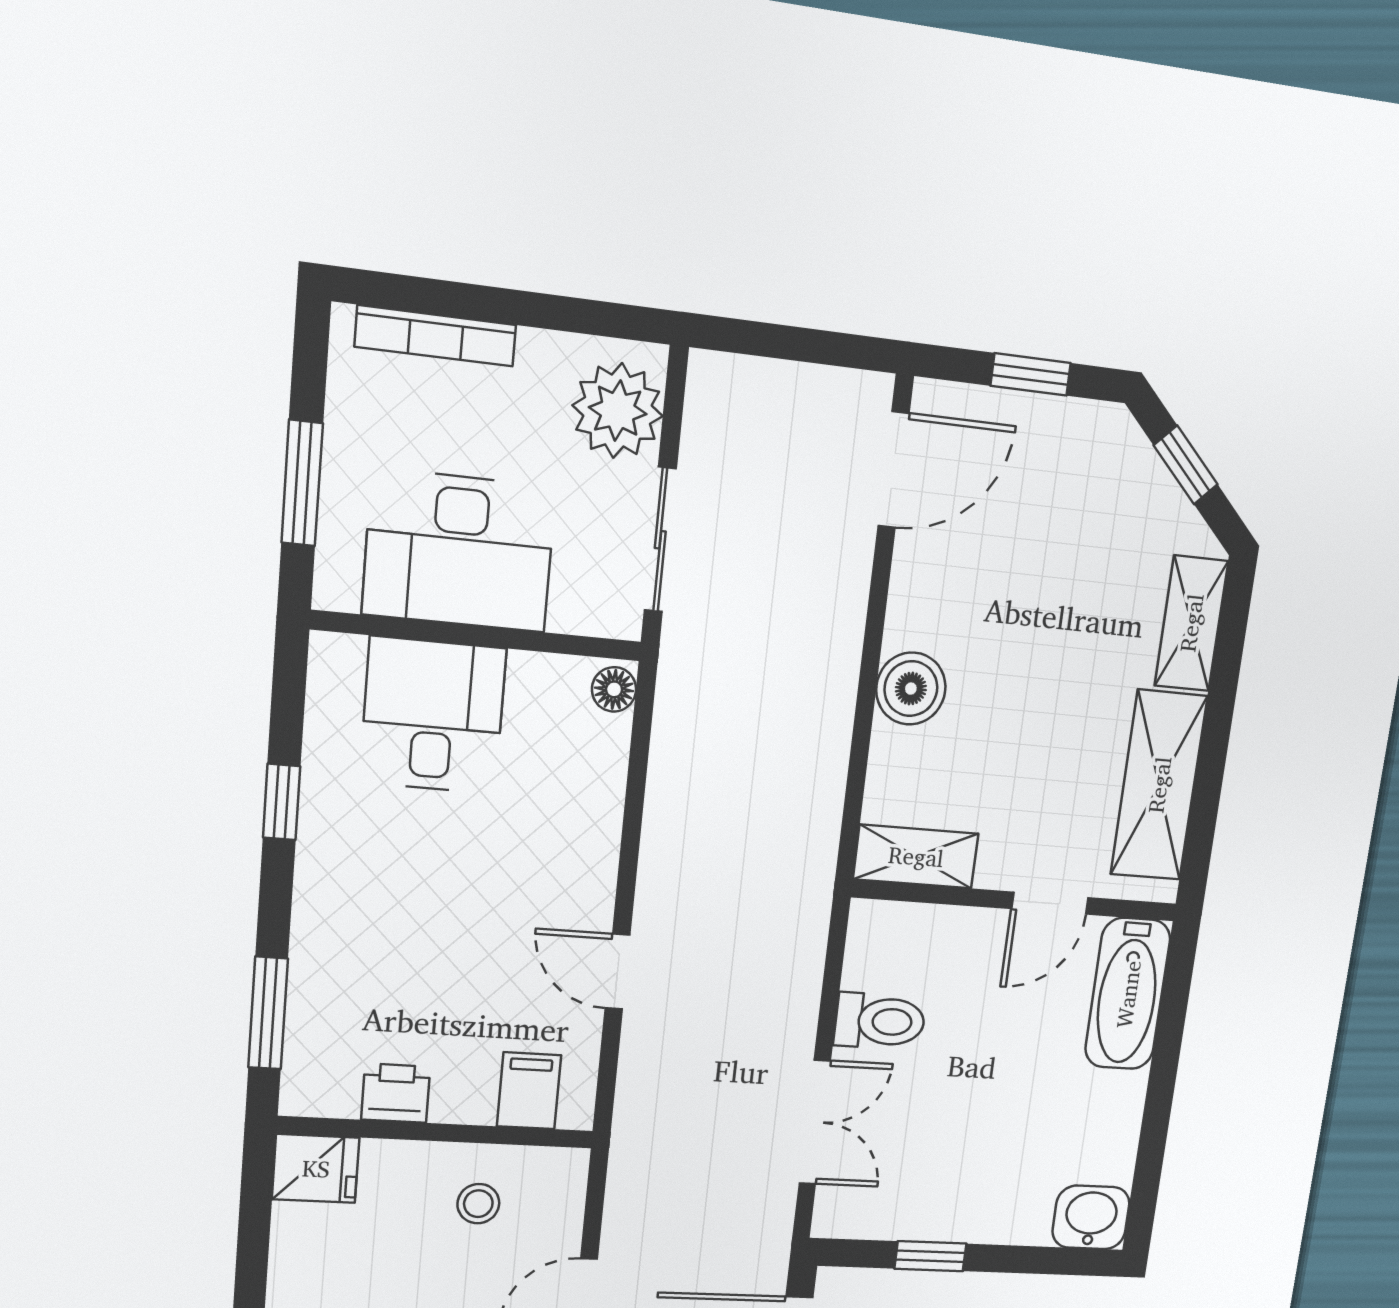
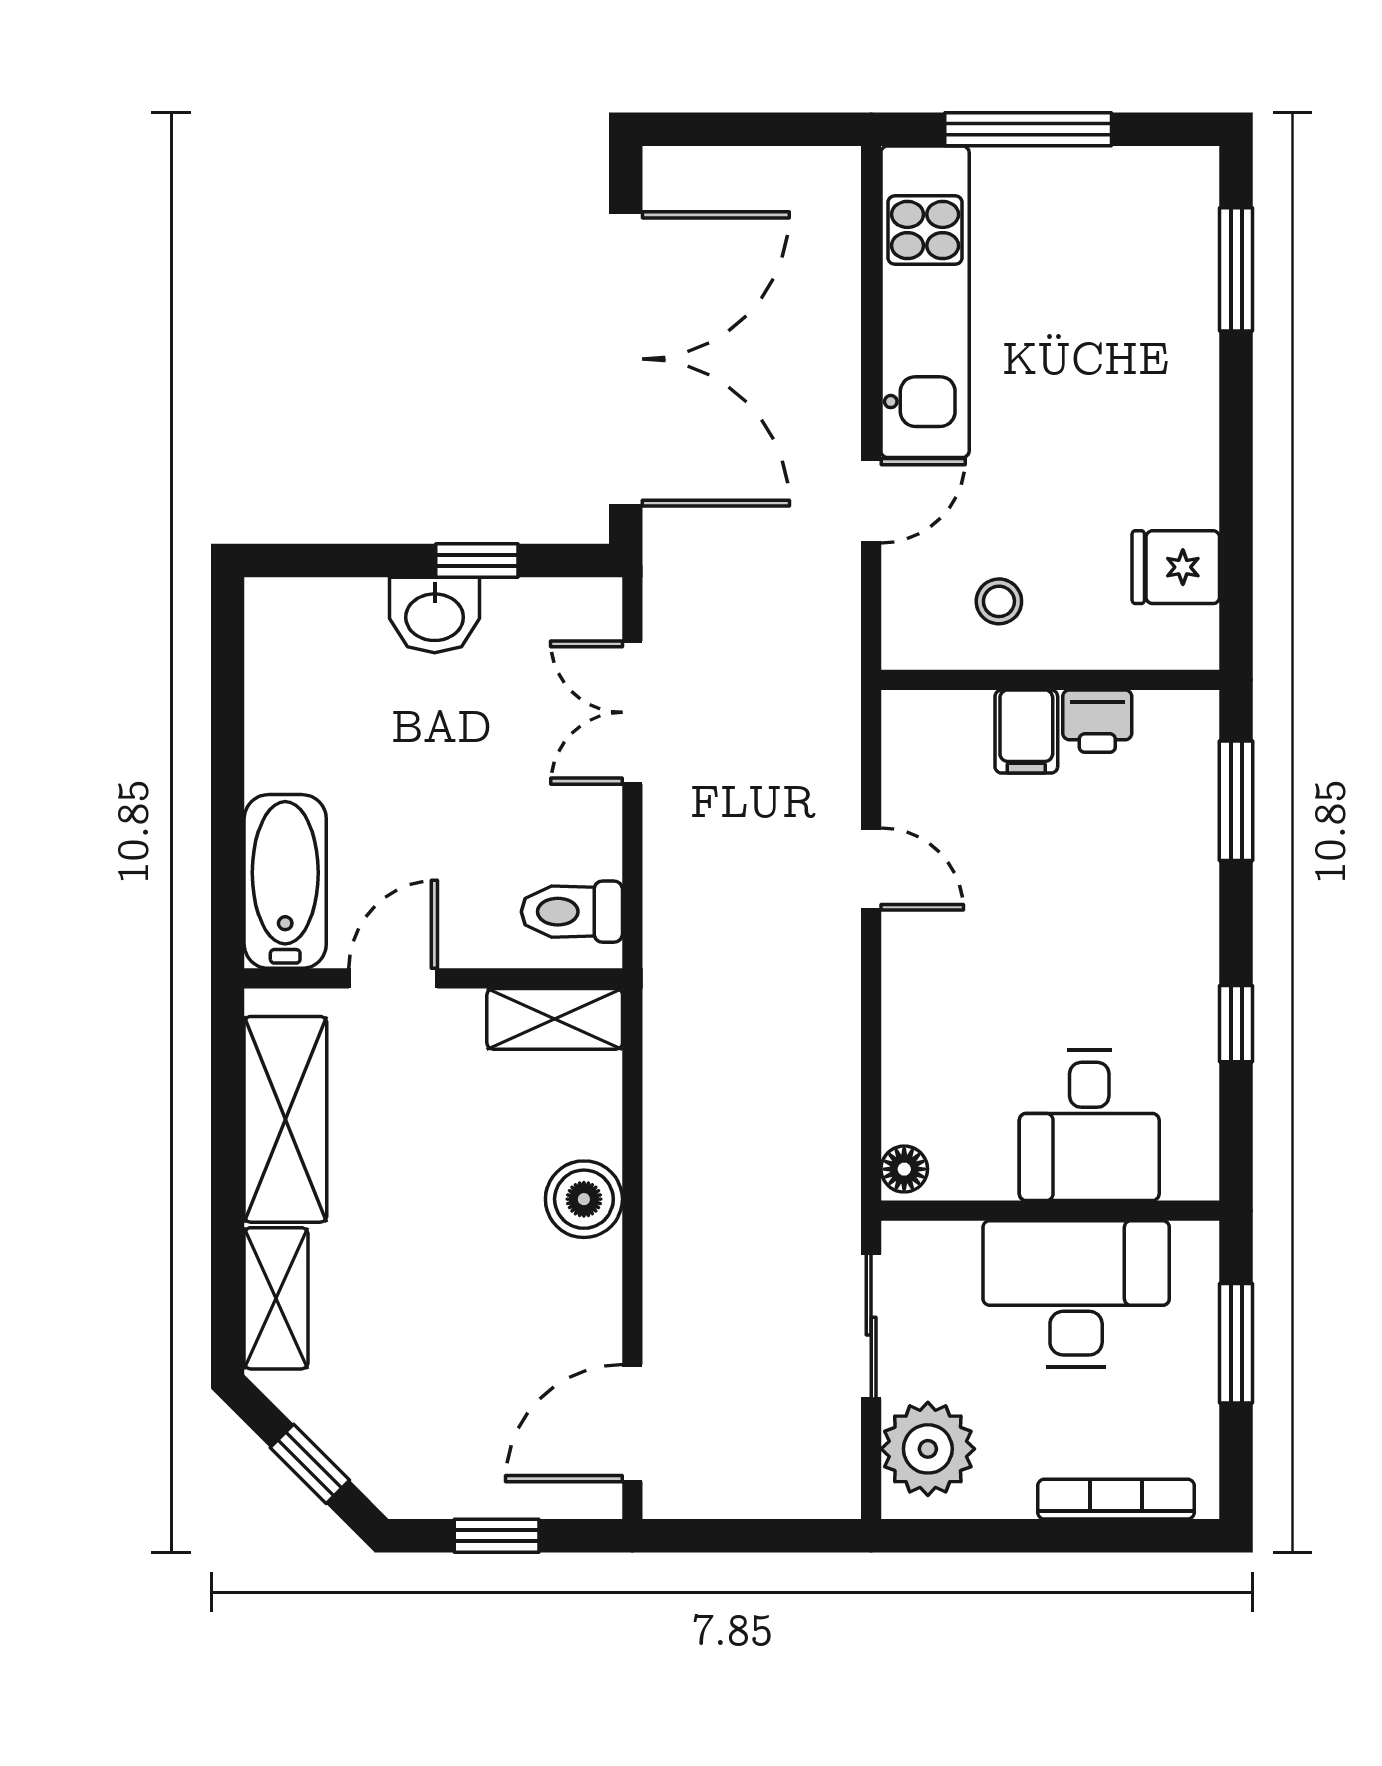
toilet: (880, 1021) -> (572, 912), moved
filing cabinet: (529, 1091) -> (1026, 732), moved
fridge: (316, 1168) -> (1176, 567), moved
washbasin: (1091, 1217) -> (435, 615), moved

